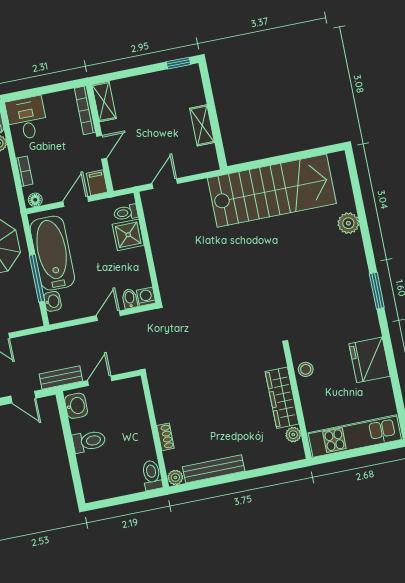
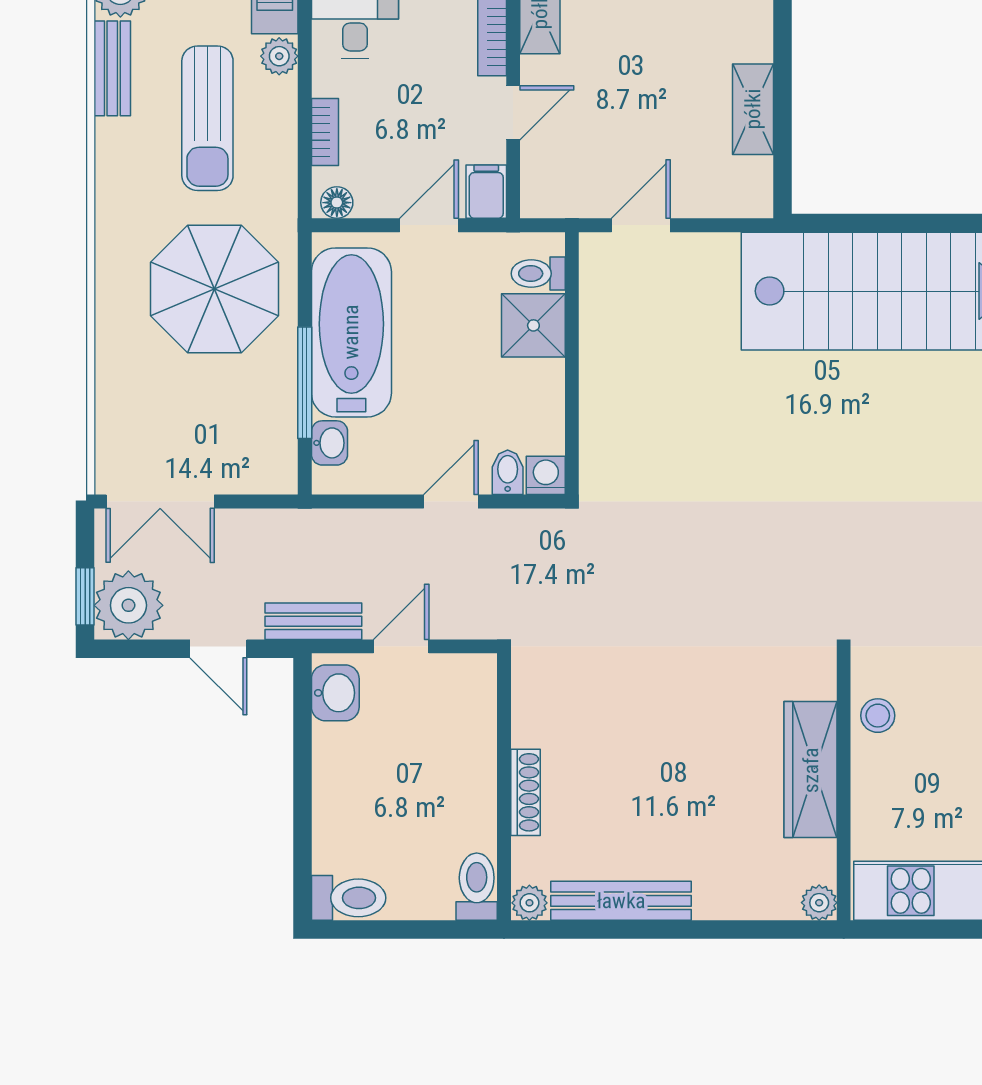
plant: (293, 435) -> (819, 903), moved
shoe rack: (165, 437) -> (525, 792), width x1.43
toilet: (89, 441) -> (349, 898), moved

